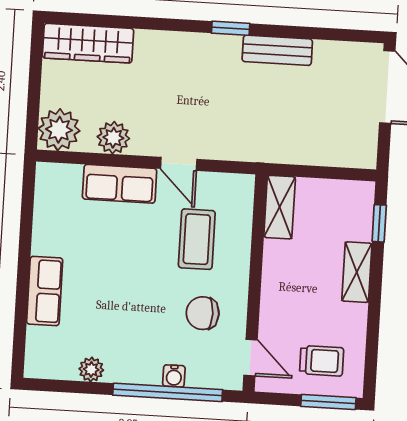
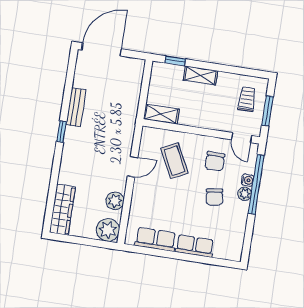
row of seats: (120, 184) -> (156, 239), moved, turned -90
coffee table: (197, 239) -> (174, 161), turned 63
chair: (137, 318) -> (214, 197), added
door: (251, 358) -> (241, 138), swing flipped
plant: (91, 369) -> (245, 194), moved
window: (328, 402) -> (268, 111), moved

